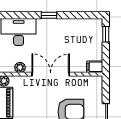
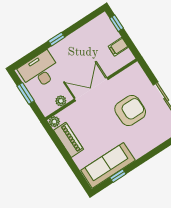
filing cabinet: (95, 67) -> (118, 47), moved

